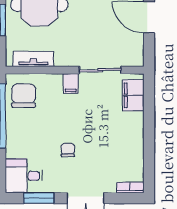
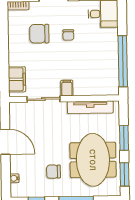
tv unit: (33, 59) -> (90, 107), width x1.41
chair: (24, 96) -> (39, 34), moved, turned 90

